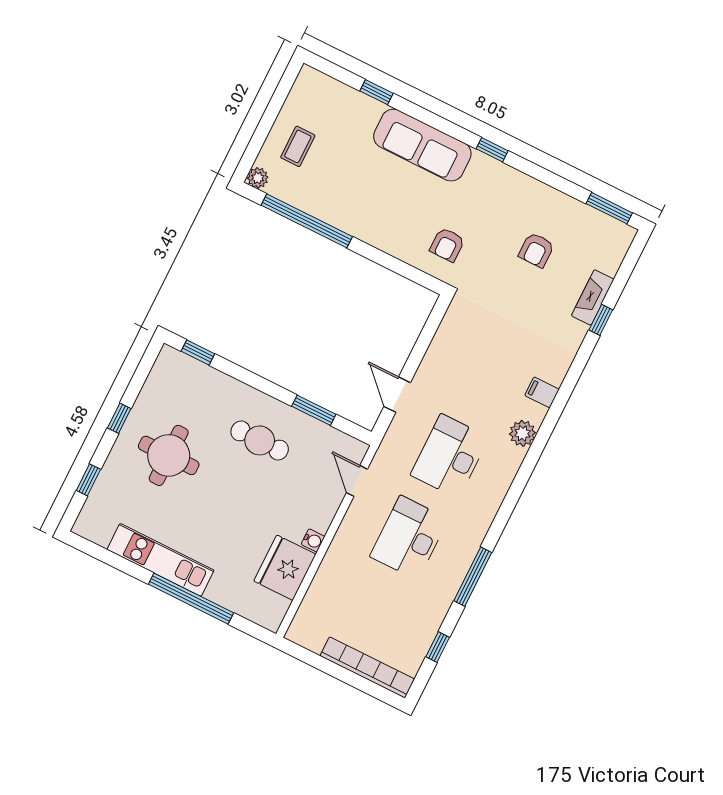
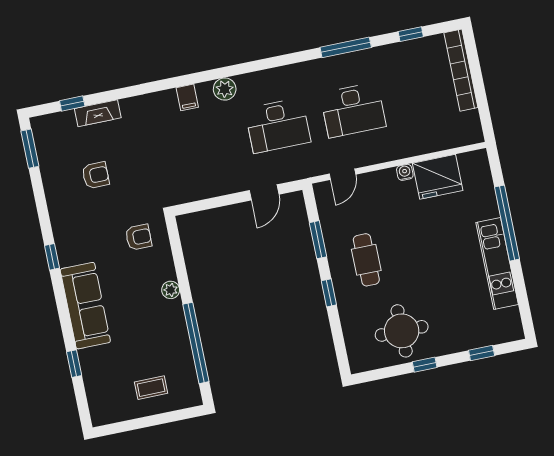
plant: (258, 178) -> (171, 290), moved
window: (601, 320) -> (72, 104), moved
window: (198, 352) -> (329, 293), moved
round table: (169, 455) -> (402, 331), moved

